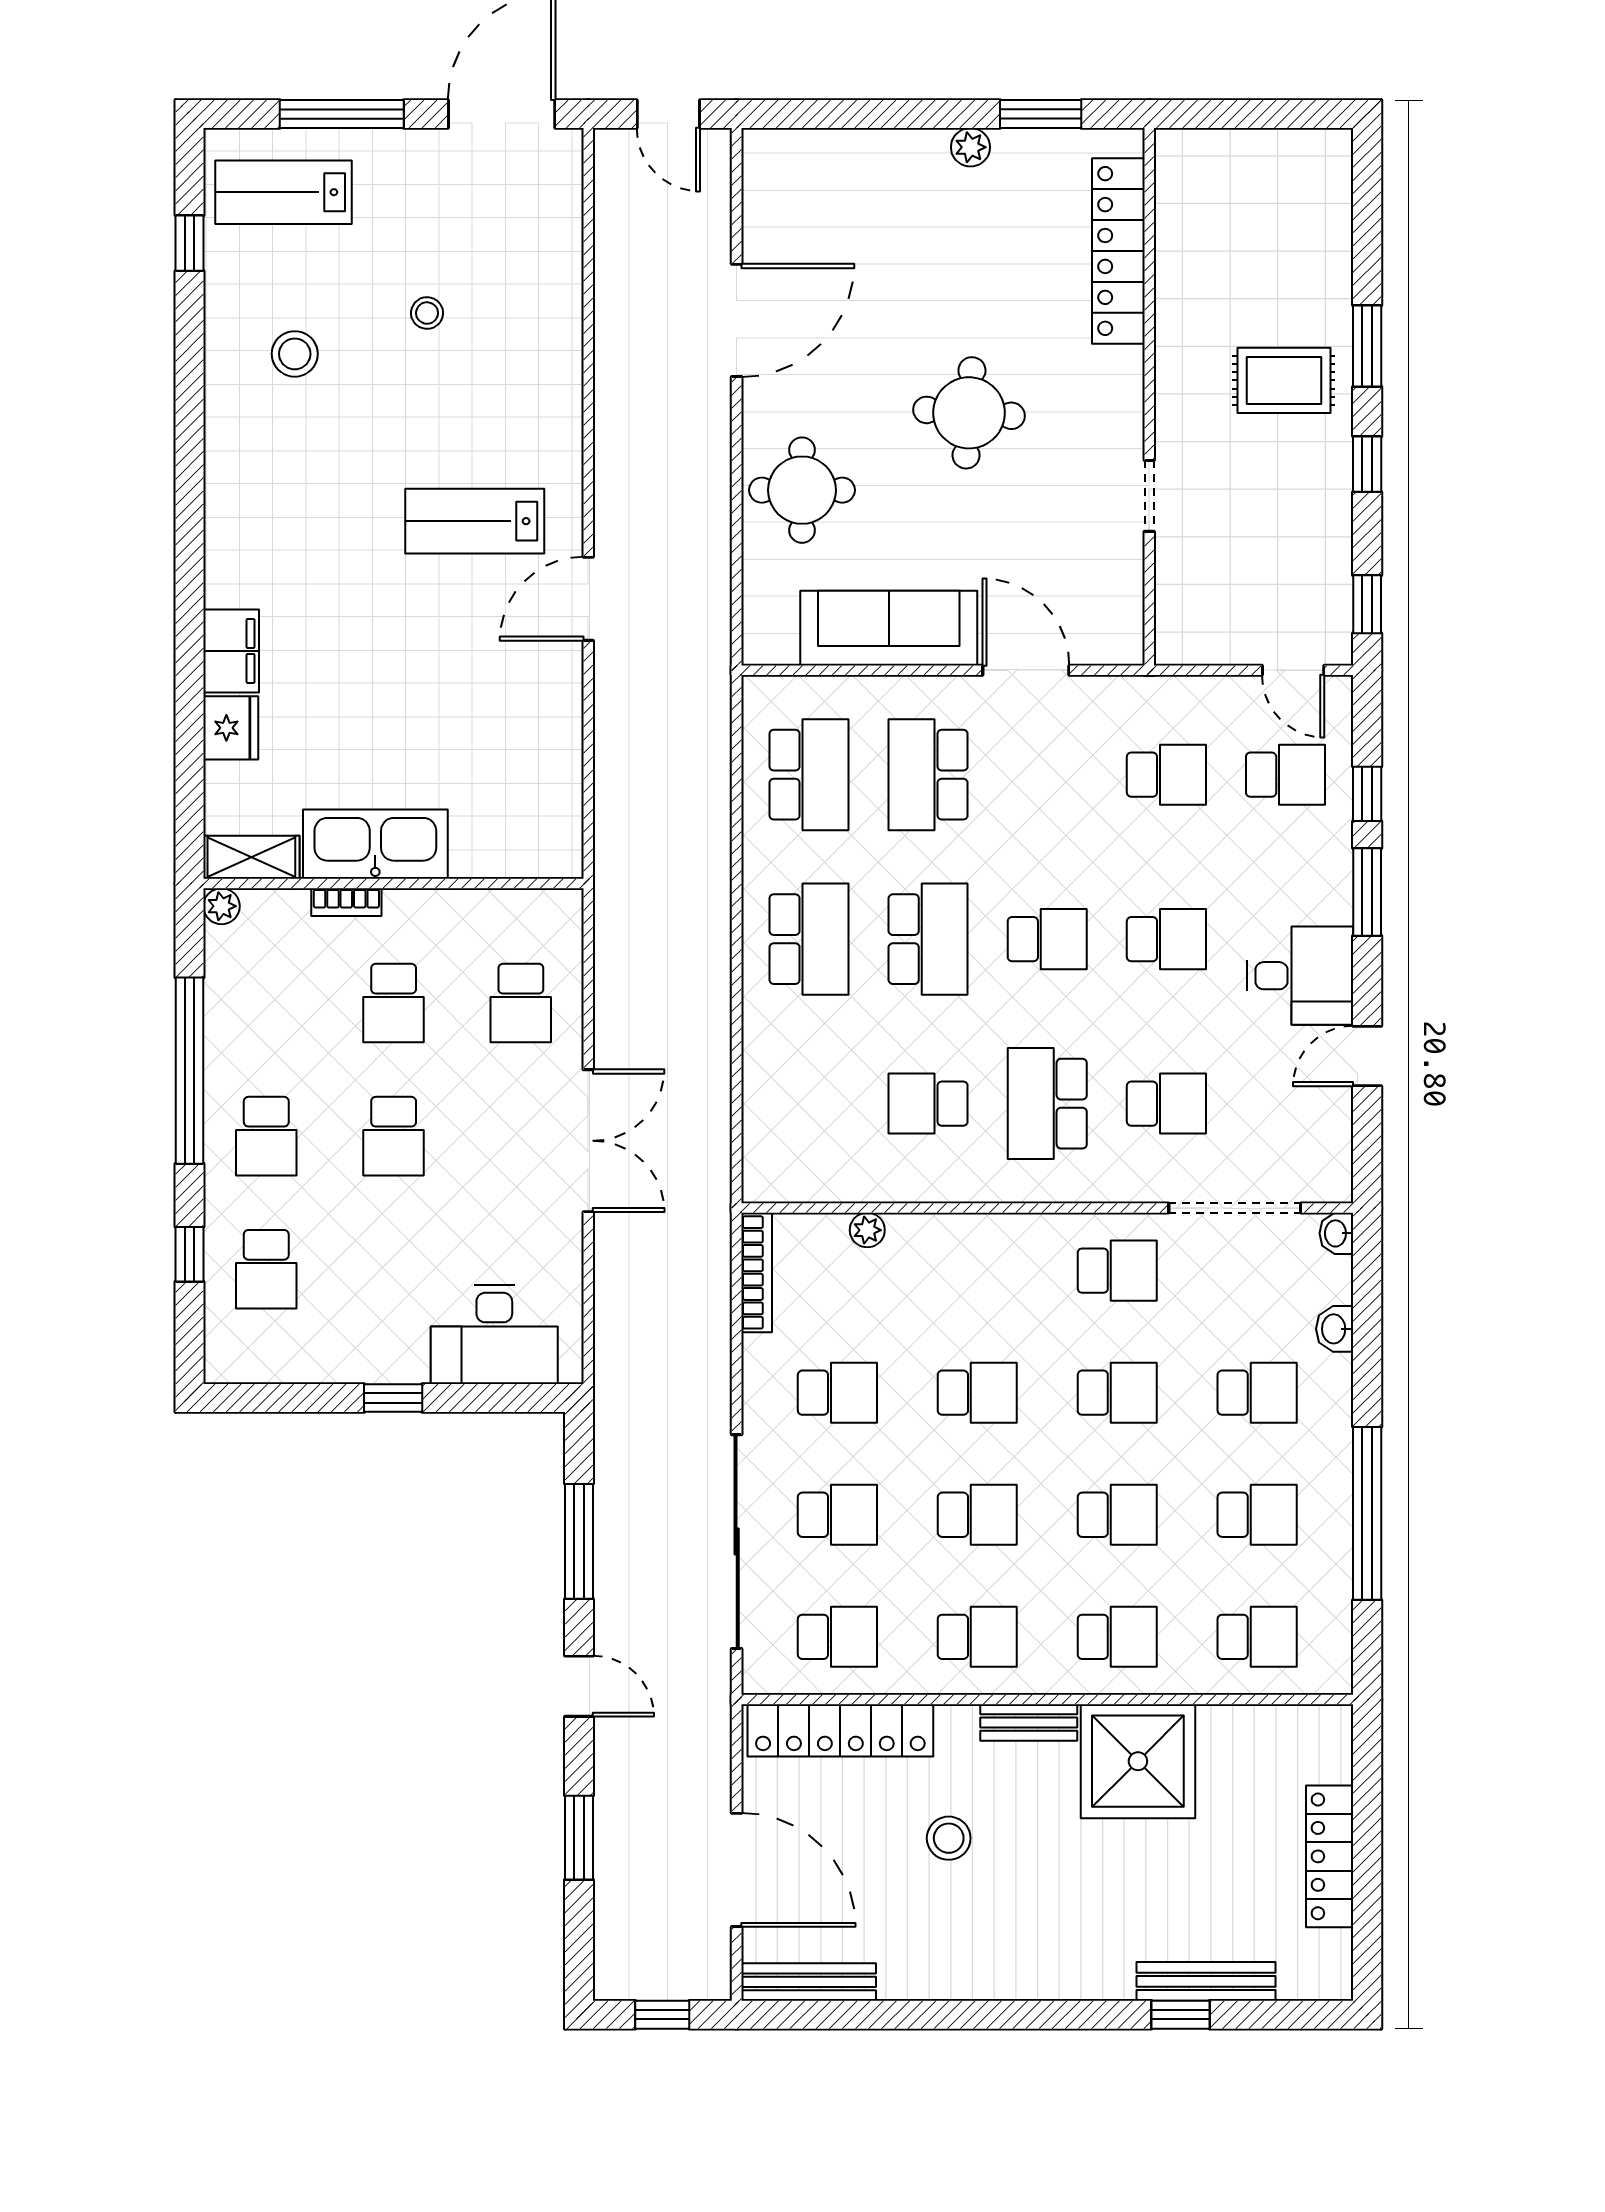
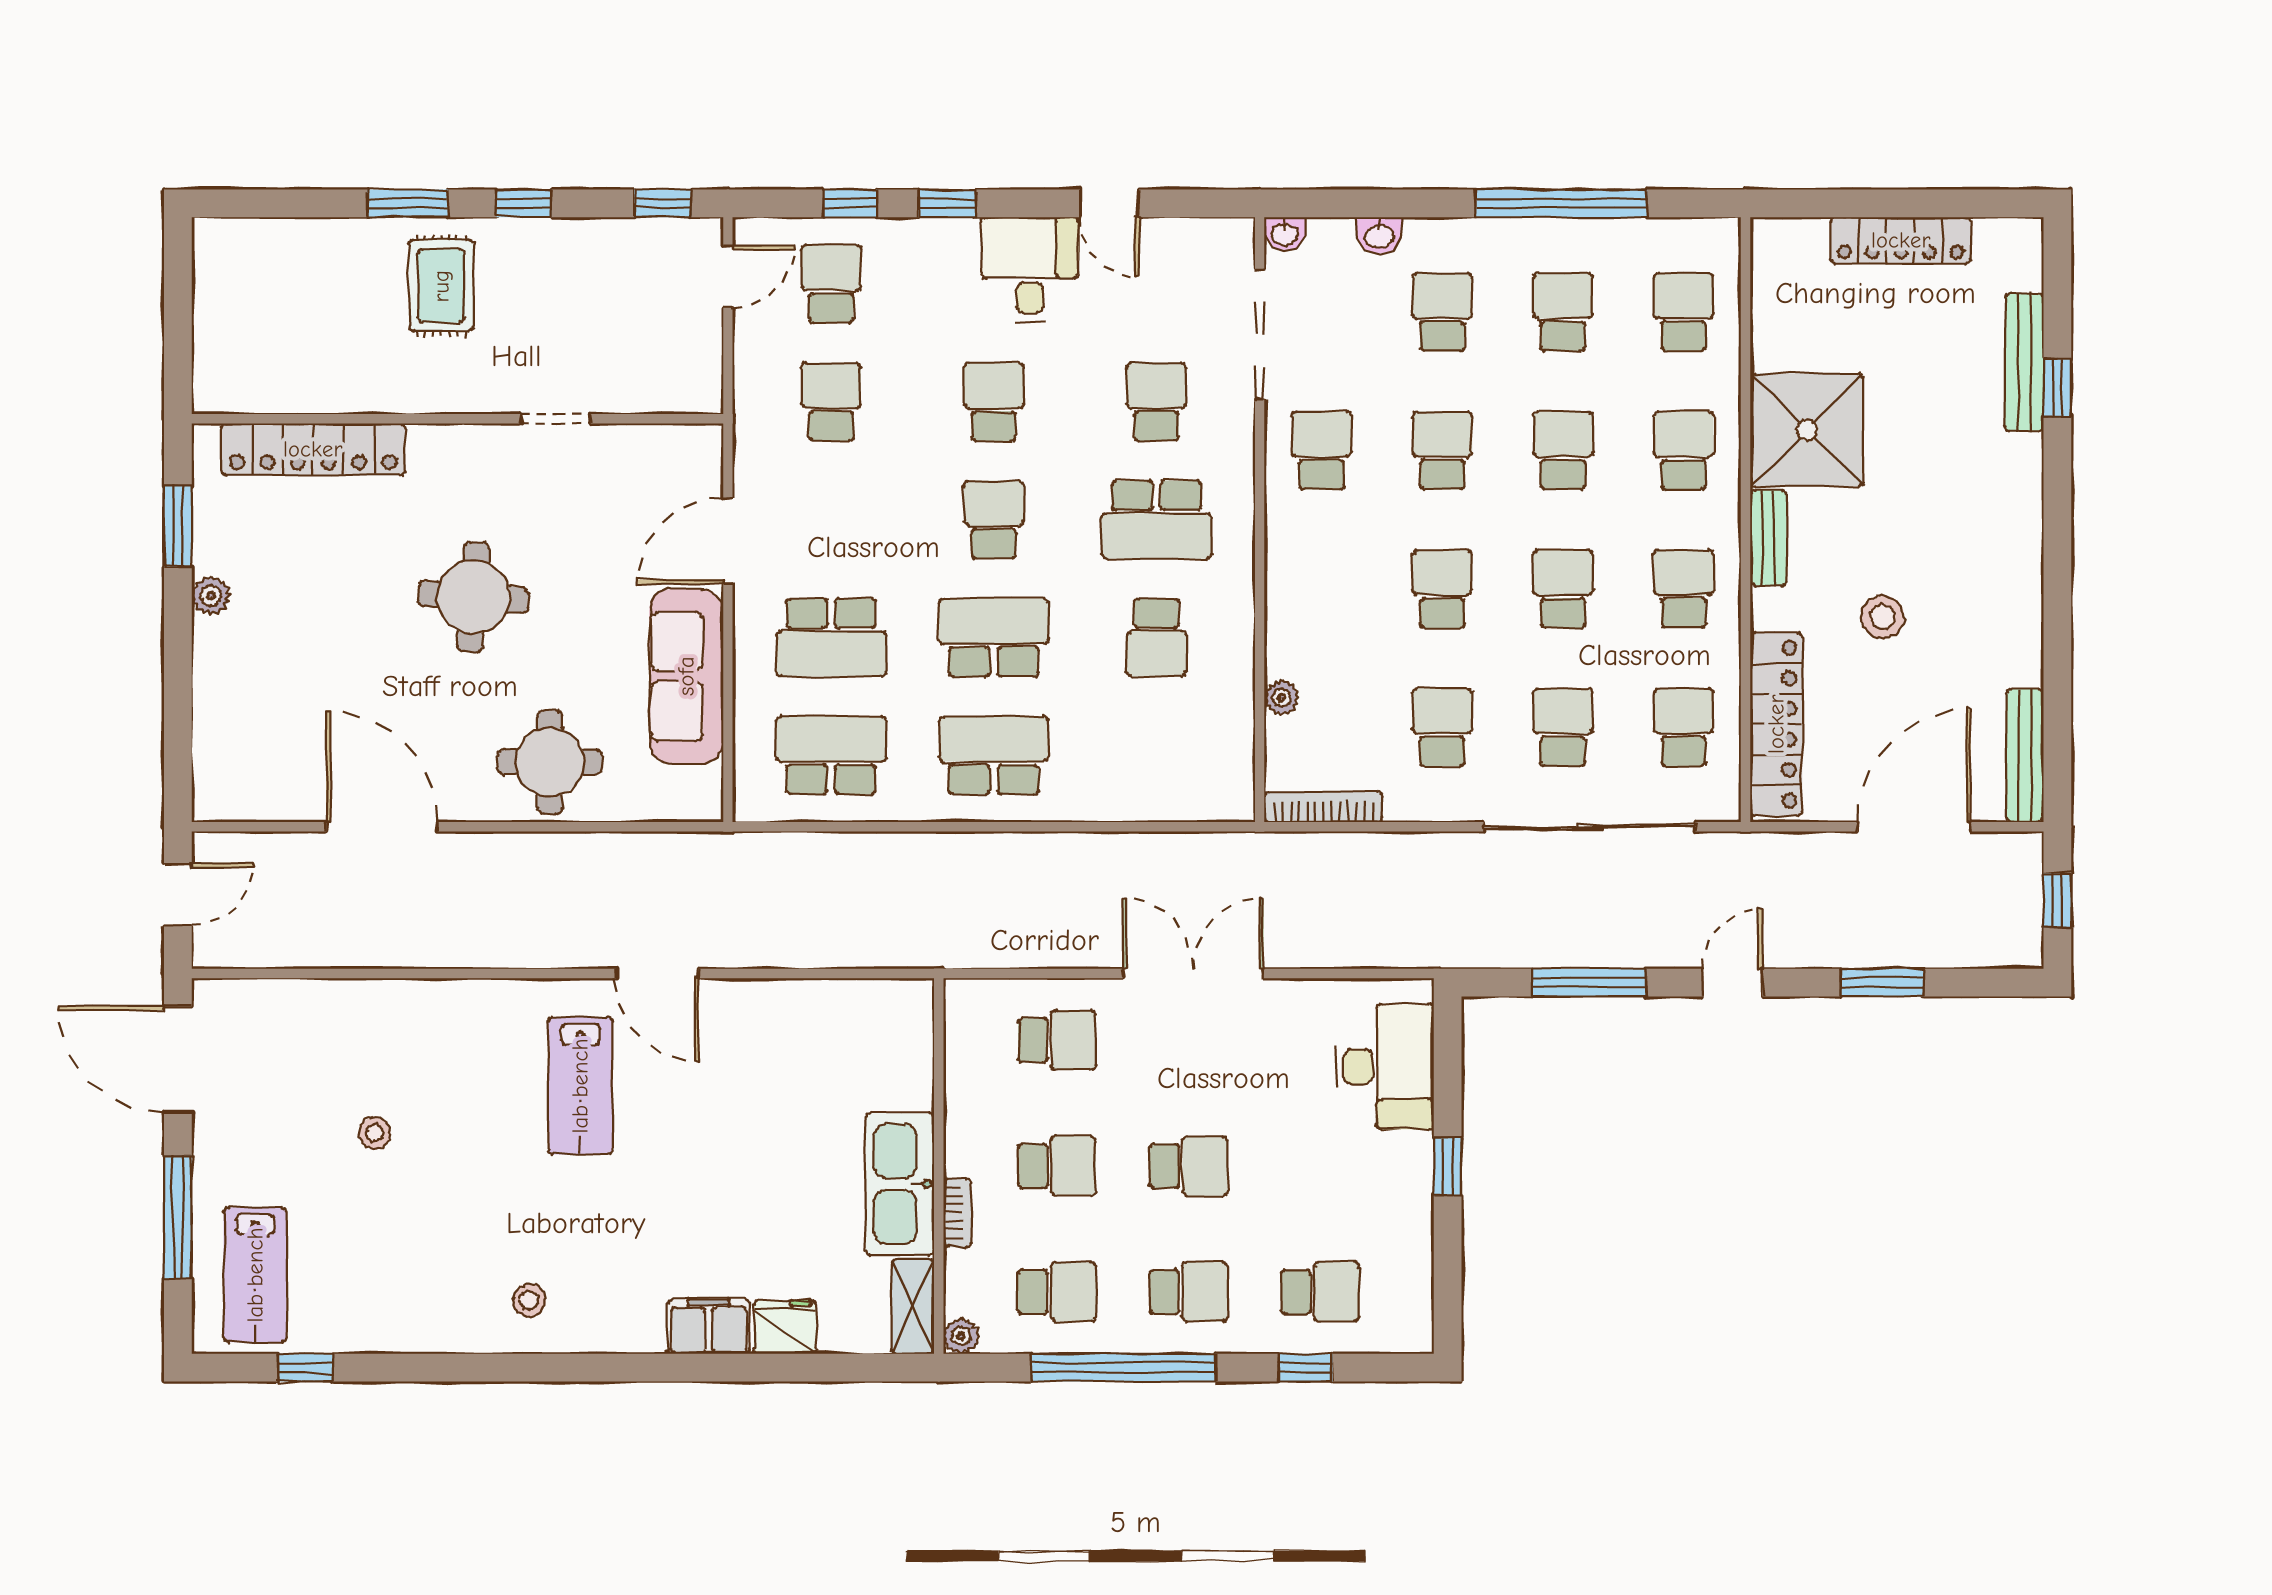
stool: (295, 354) -> (529, 1300), moved, width x0.73, depth x0.73
window: (1367, 892) -> (947, 203), width x0.67
school desk: (266, 1003) -> (1057, 1292), added

